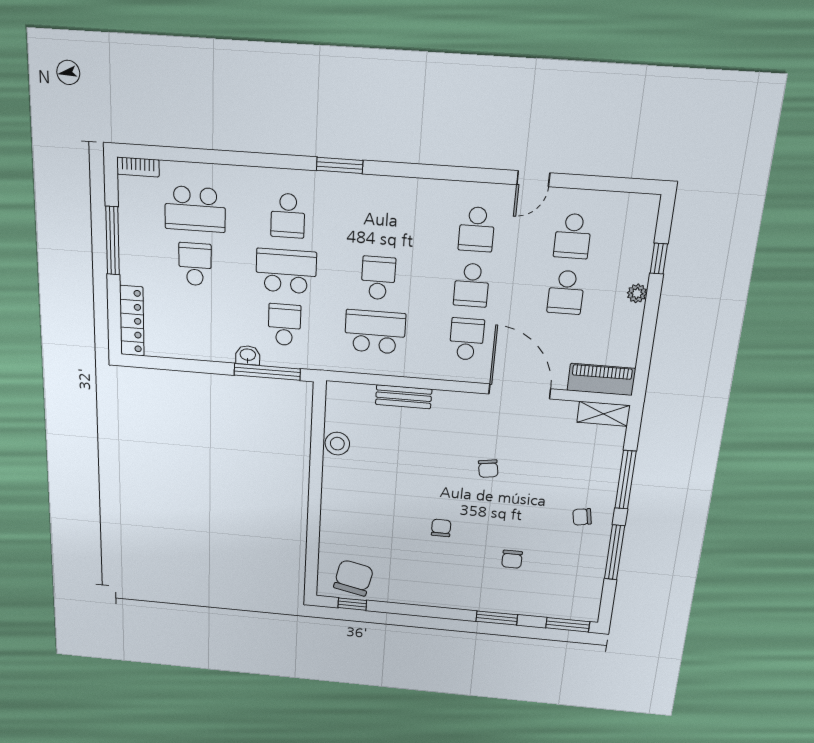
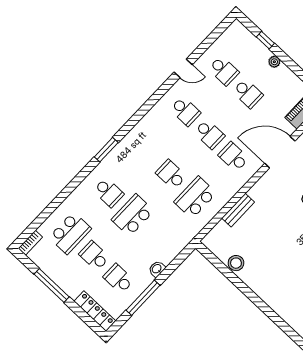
door: (533, 179) -> (183, 68), hinge flipped
school desk: (284, 325) -> (118, 279), moved
window: (267, 372) -> (143, 298), moved

